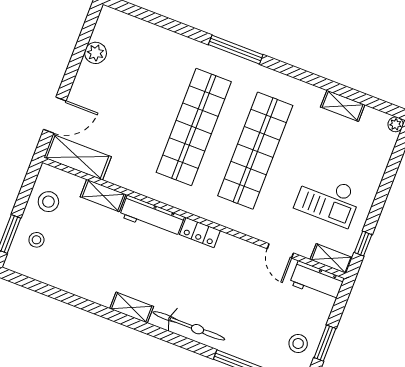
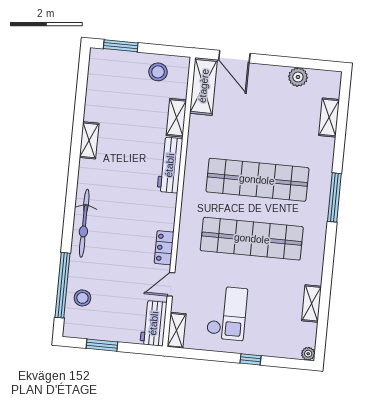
shelving: (148, 32) -> (329, 117), added
checkout: (328, 199) -> (227, 313), turned 180
locker: (200, 233) -> (164, 248), moved
stool: (36, 240) -> (122, 71), removed
window: (363, 244) -> (250, 359), moved
shelving: (132, 308) -> (89, 140), moved
stool: (298, 343) -> (82, 298), moved

